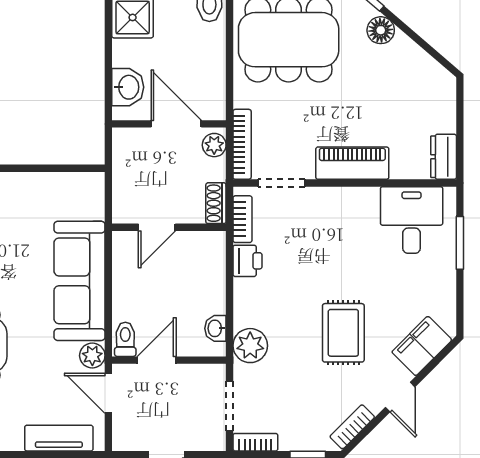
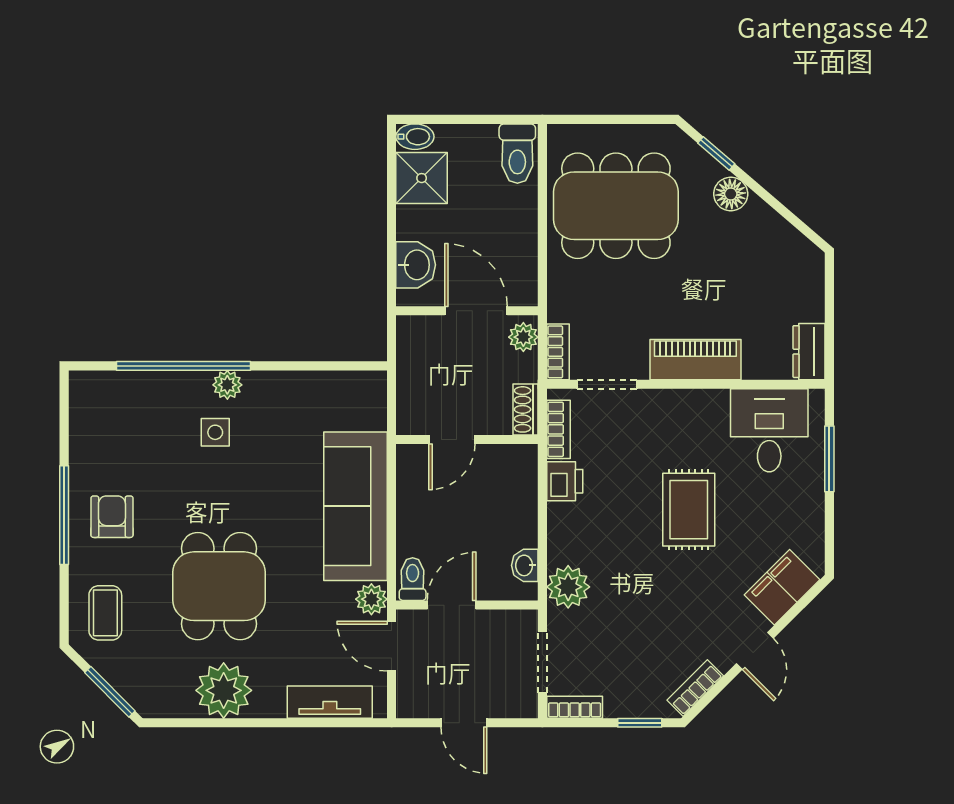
bookcase: (242, 144) -> (558, 352), width x0.64
rug: (343, 333) -> (689, 510), moved

